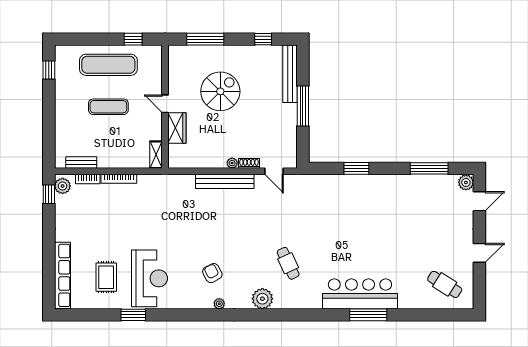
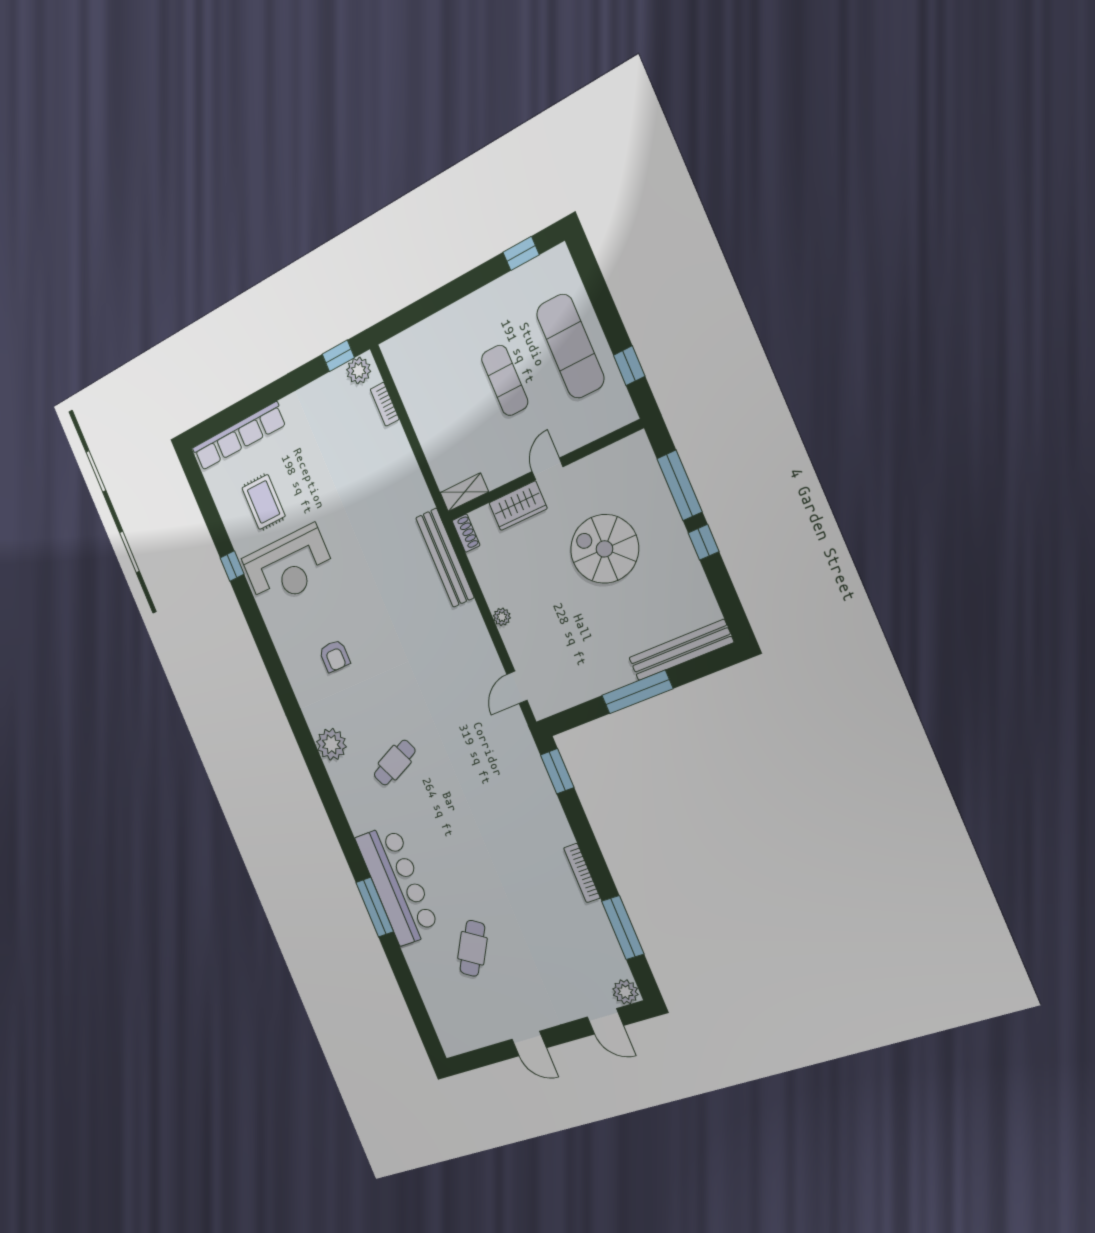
window: (263, 39) -> (704, 542), moved
spiral stairs: (220, 91) -> (605, 549), turned 180
bench: (81, 163) -> (404, 381), removed
shoe rack: (249, 163) -> (466, 533), moved
window: (356, 168) -> (557, 771), moved
bookcase: (119, 179) -> (582, 873), moved
bench: (225, 181) -> (445, 558), moved
armchair: (212, 273) -> (335, 656), turned 118
rug: (106, 277) -> (264, 502), turned 90
cafe table: (445, 284) -> (472, 948), moved
plant: (219, 304) -> (299, 684), removed
window: (133, 315) -> (232, 566), width x0.67

